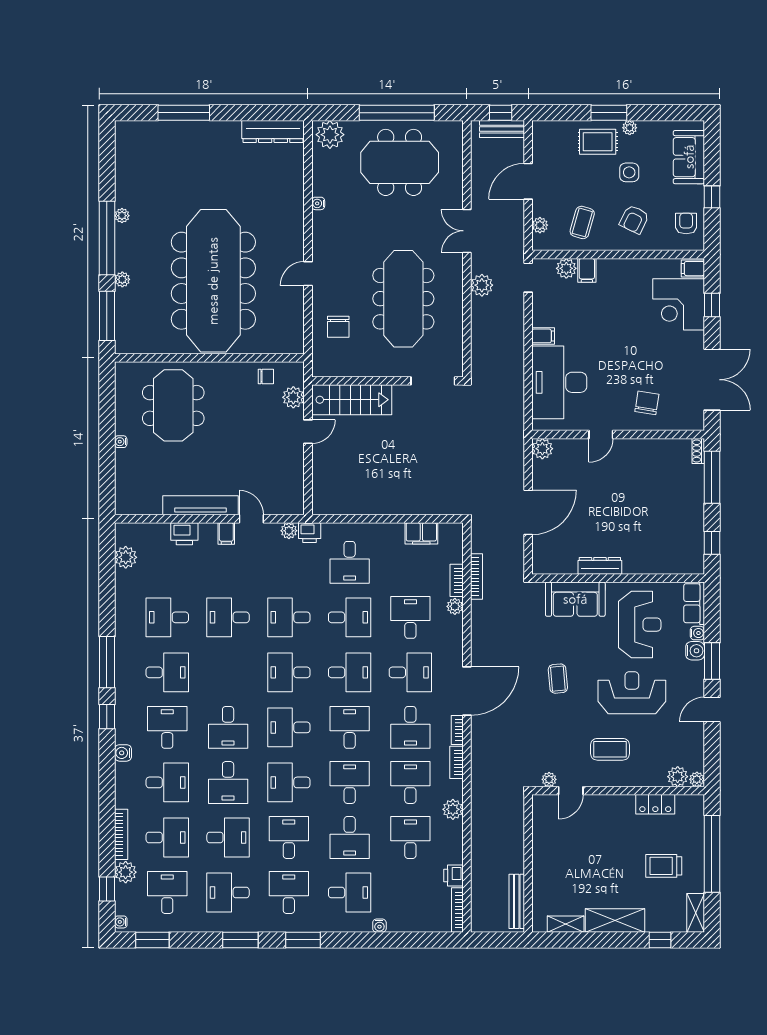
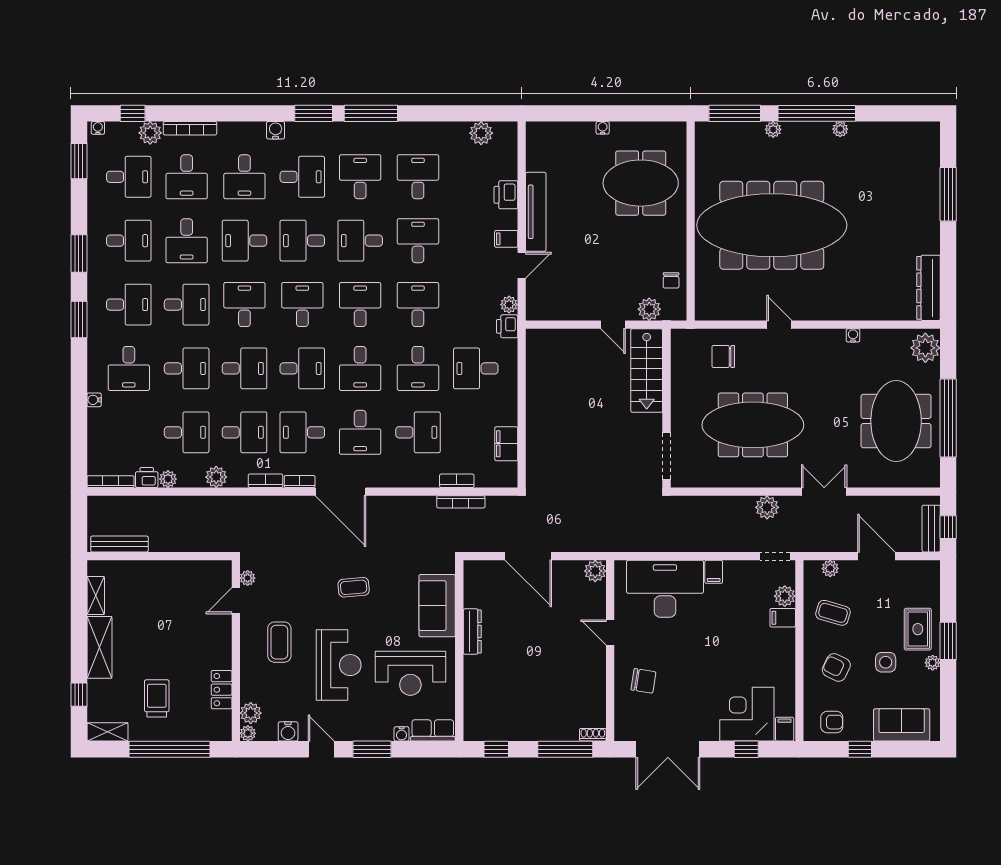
plant: (455, 606) -> (168, 479), moved
water cooler: (695, 651) -> (288, 731), moved
desk: (167, 672) -> (360, 177), turned 180
desk: (228, 672) -> (360, 241), added
window: (107, 717) -> (314, 113), width x1.50
door: (571, 791) -> (236, 601), hinge flipped
desk: (350, 837) -> (187, 368), turned 180
desk: (228, 893) -> (129, 241), turned 90

